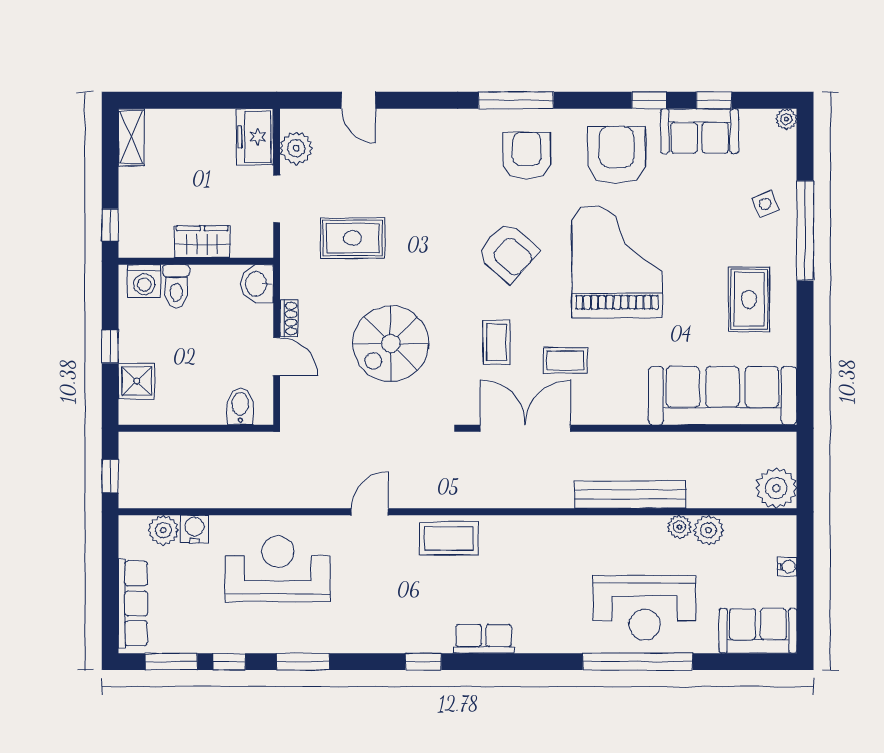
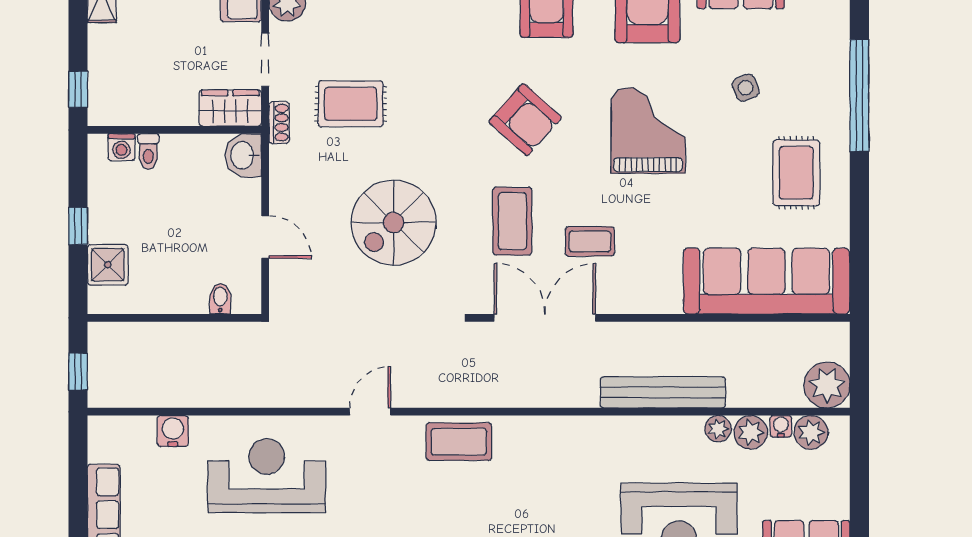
side table: (765, 204) -> (746, 88), moved
wardrobe: (202, 242) -> (230, 108), moved
grand piano: (617, 262) -> (648, 130), width x0.73, depth x0.68
washing machine: (144, 281) -> (121, 147), width x0.73, depth x0.73
toilet: (176, 286) -> (148, 151), width x0.73, depth x0.72
shoe rack: (289, 318) -> (279, 123), moved
coffee table: (496, 342) -> (512, 221), width x1.36, depth x1.30
bidet: (240, 406) -> (220, 299), width x0.72, depth x0.74
plant: (163, 530) -> (811, 432), moved
water cooler: (787, 567) -> (781, 426), moved, turned -90

